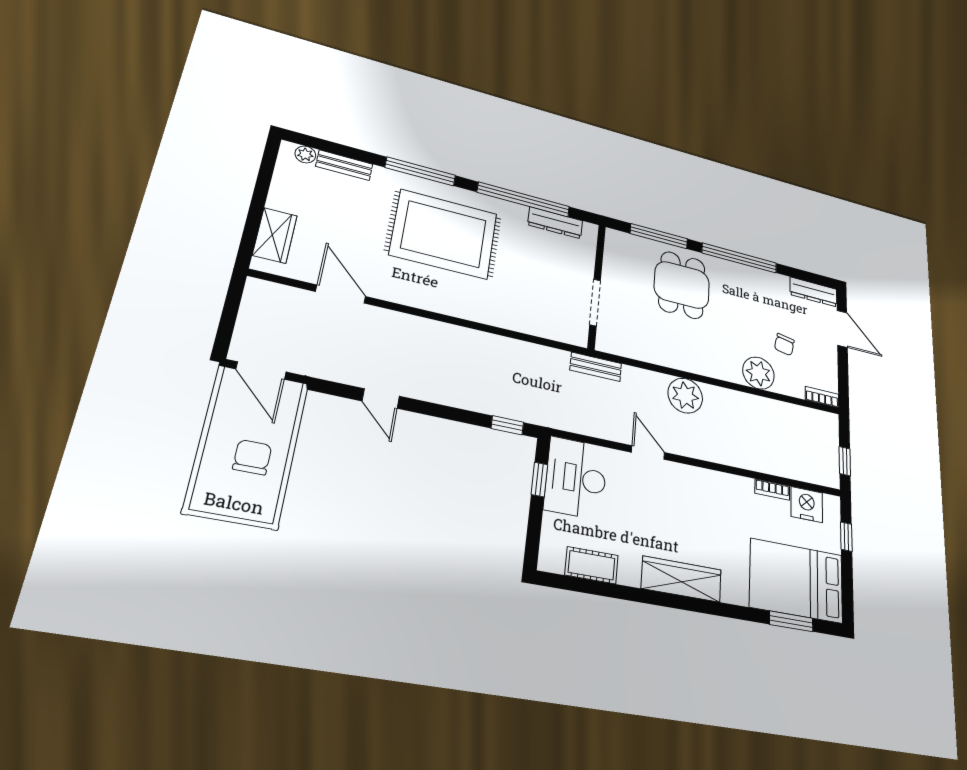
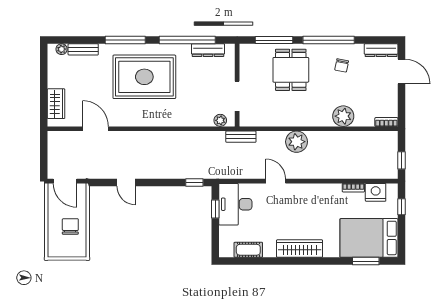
plant: (564, 333) -> (220, 120), added
chair: (784, 345) -> (342, 65), moved

